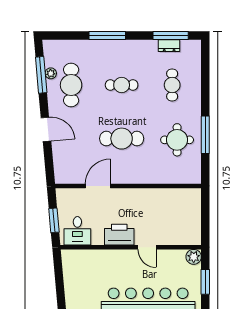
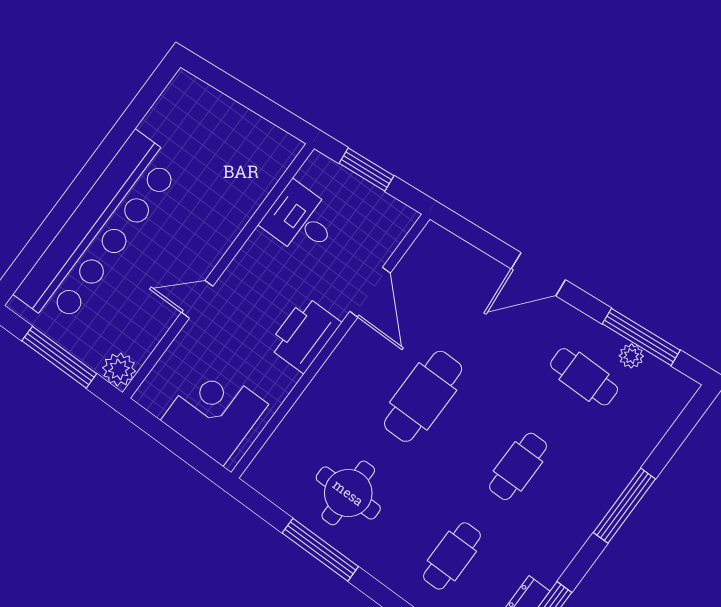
cafe table: (71, 85) -> (584, 377), width x0.73, depth x0.74
cafe table: (172, 85) -> (452, 556), turned 90
corner desk: (184, 210) -> (215, 412), added
desk: (77, 231) -> (300, 220), moved
printer: (119, 235) -> (304, 335), moved, turned 180
window: (205, 282) -> (59, 357), width x1.44

